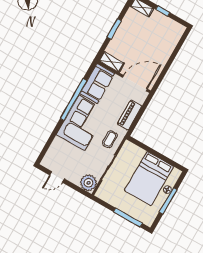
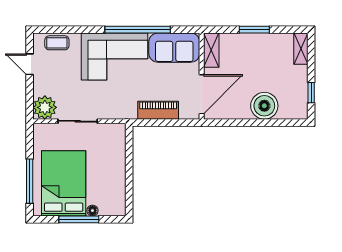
window: (163, 11) -> (311, 93), moved
boiler: (164, 49) -> (264, 106), added
door: (135, 83) -> (202, 94), hinge flipped
coffee table: (110, 139) -> (57, 43), moved
bed: (149, 179) -> (64, 183), moved, turned 90

